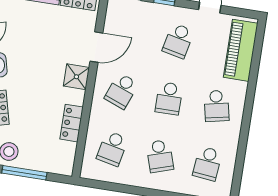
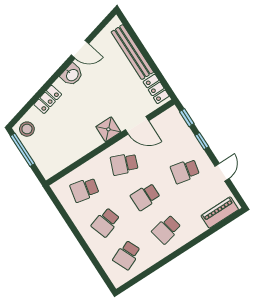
piano: (241, 50) -> (220, 213), width x0.73, depth x0.75
locker: (72, 123) -> (78, 151), removed
school desk: (207, 164) -> (127, 255), turned -30

